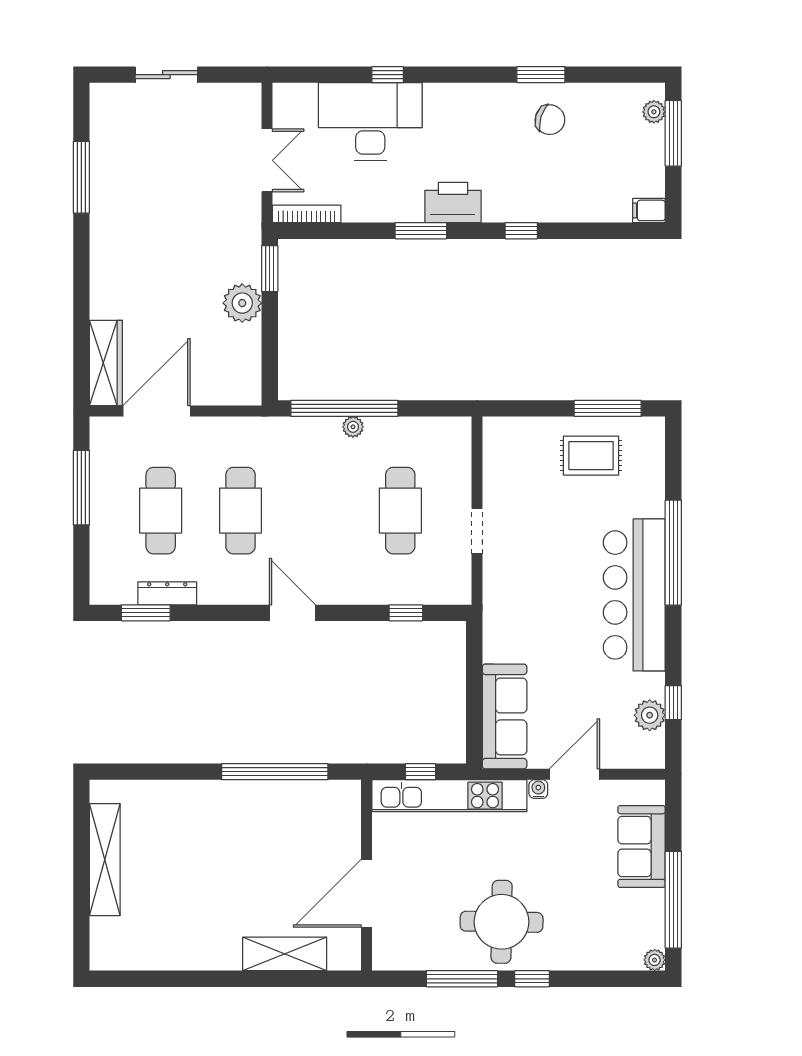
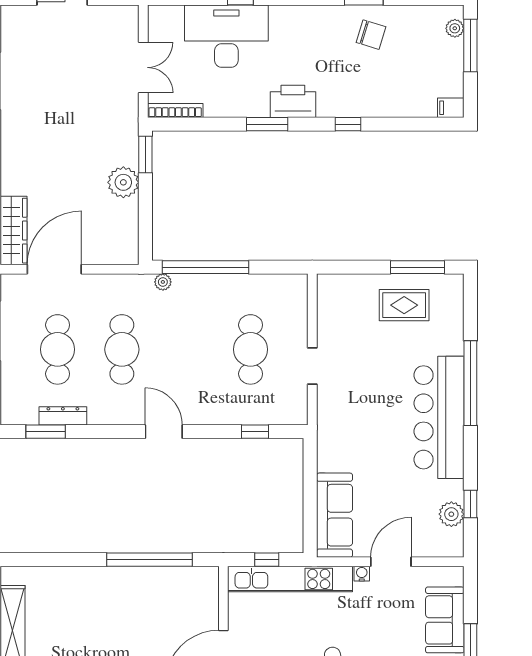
plant: (353, 427) -> (163, 282), moved

